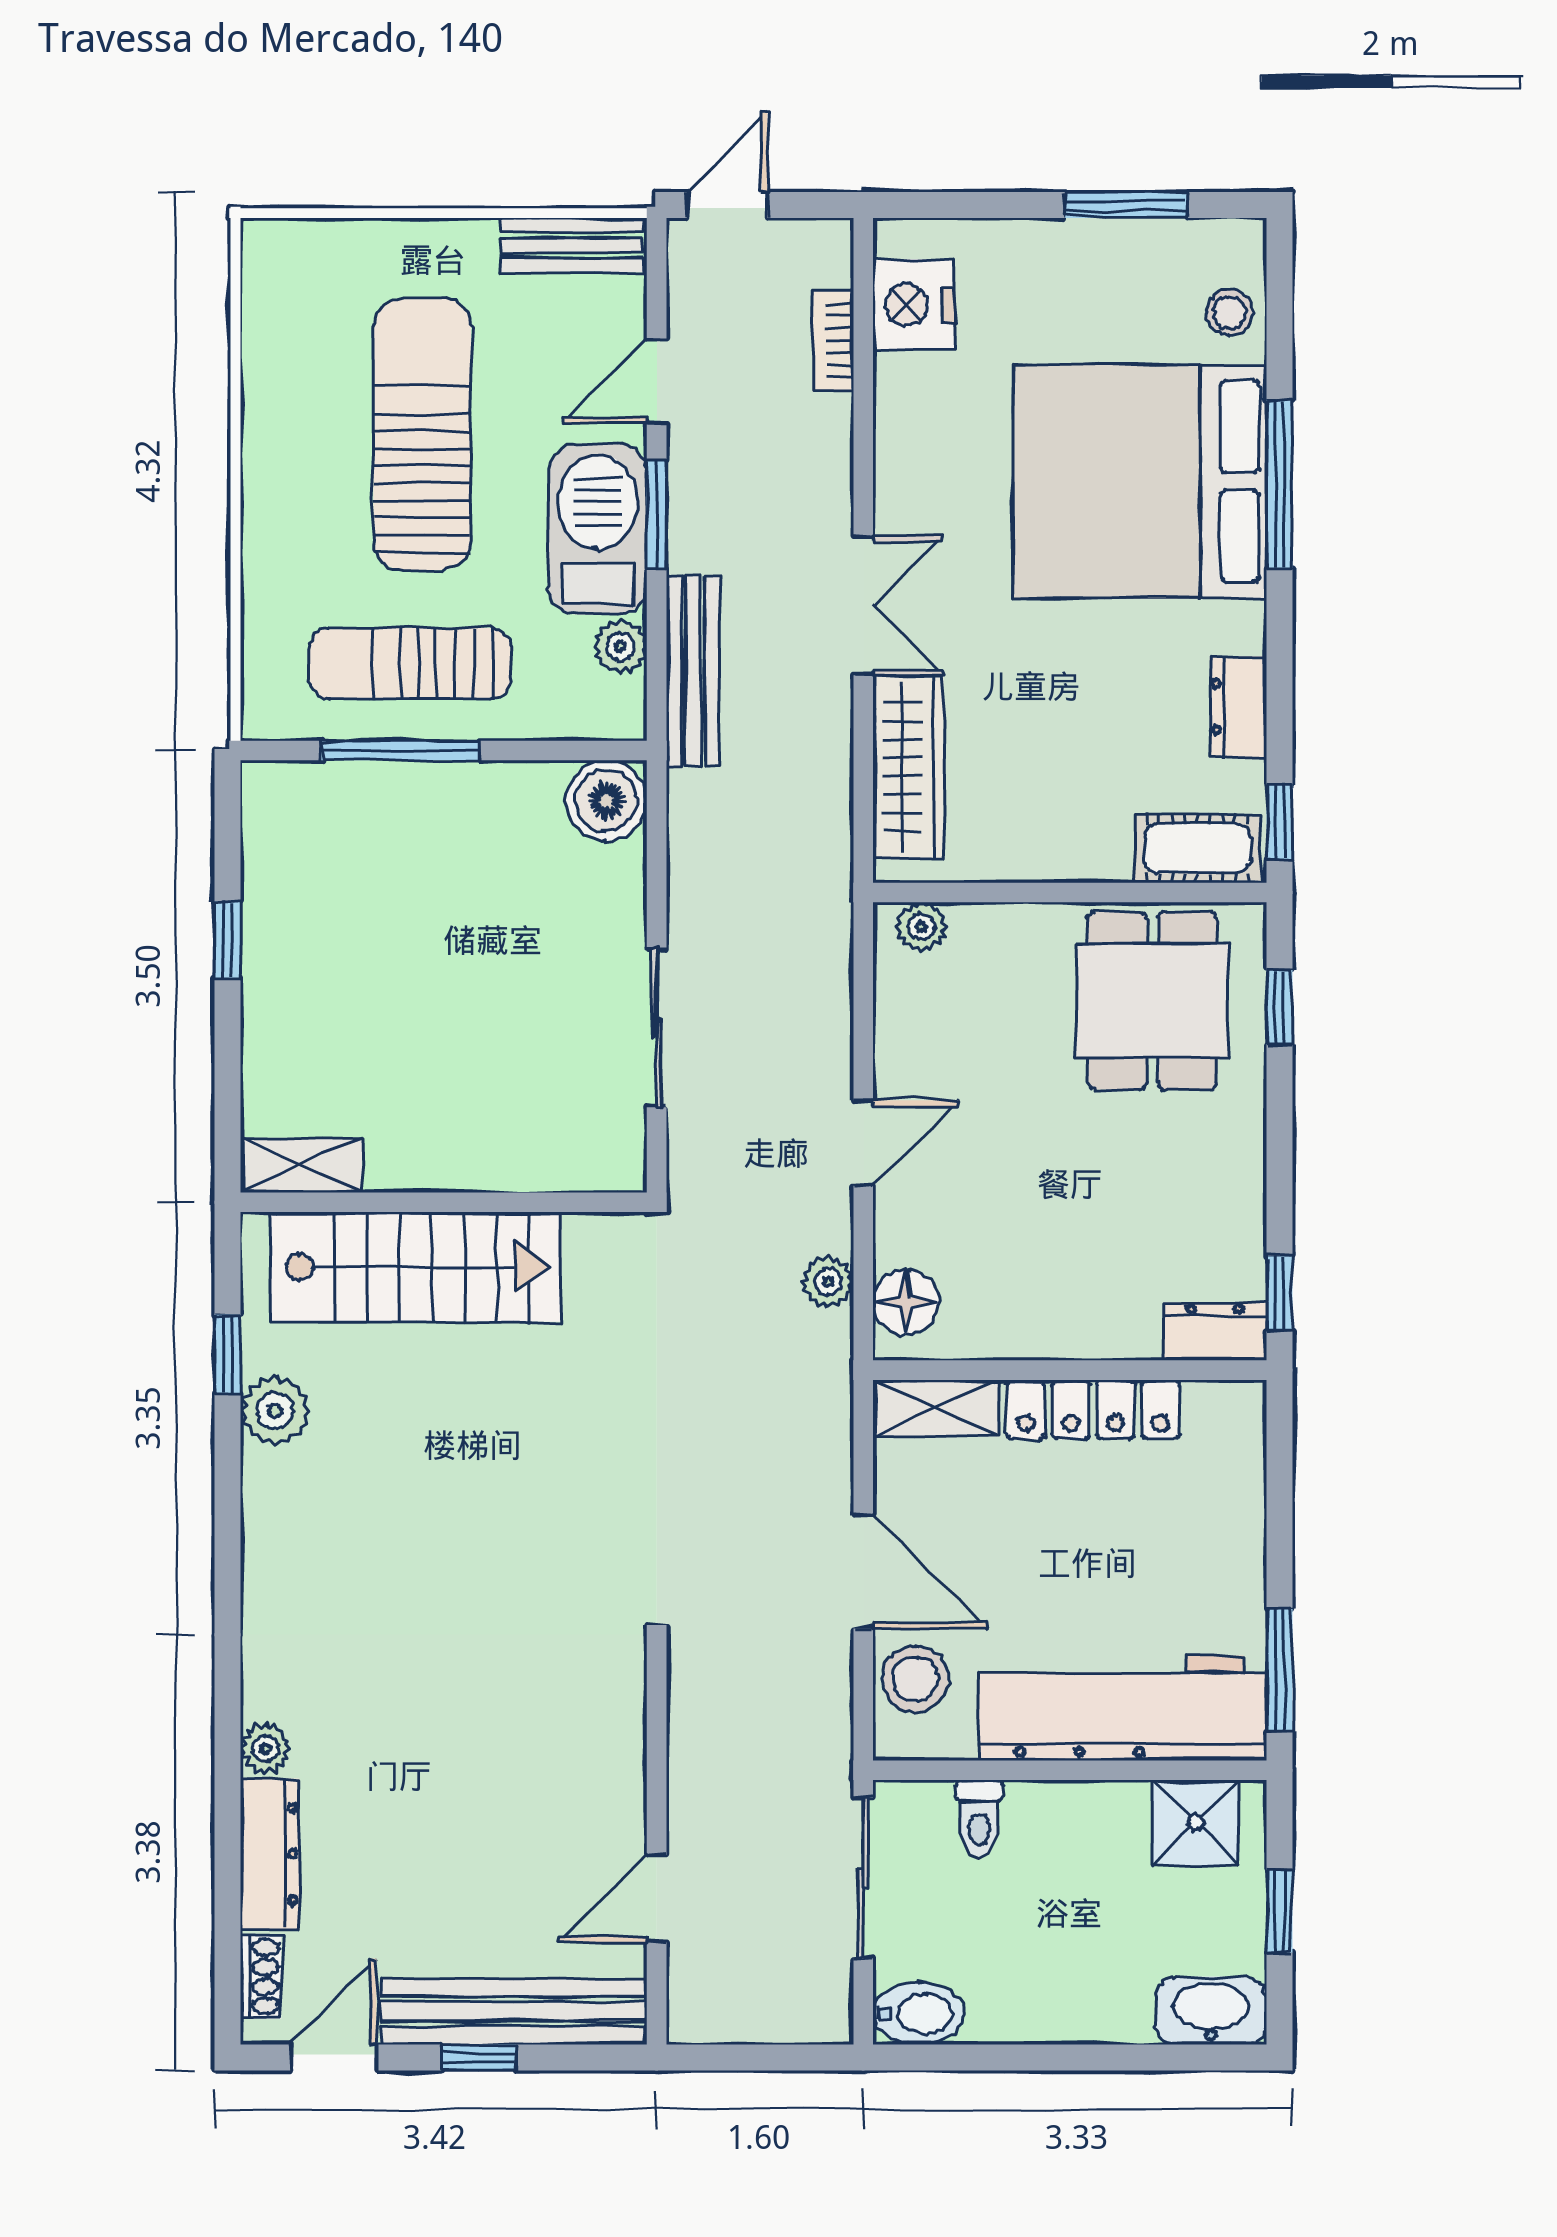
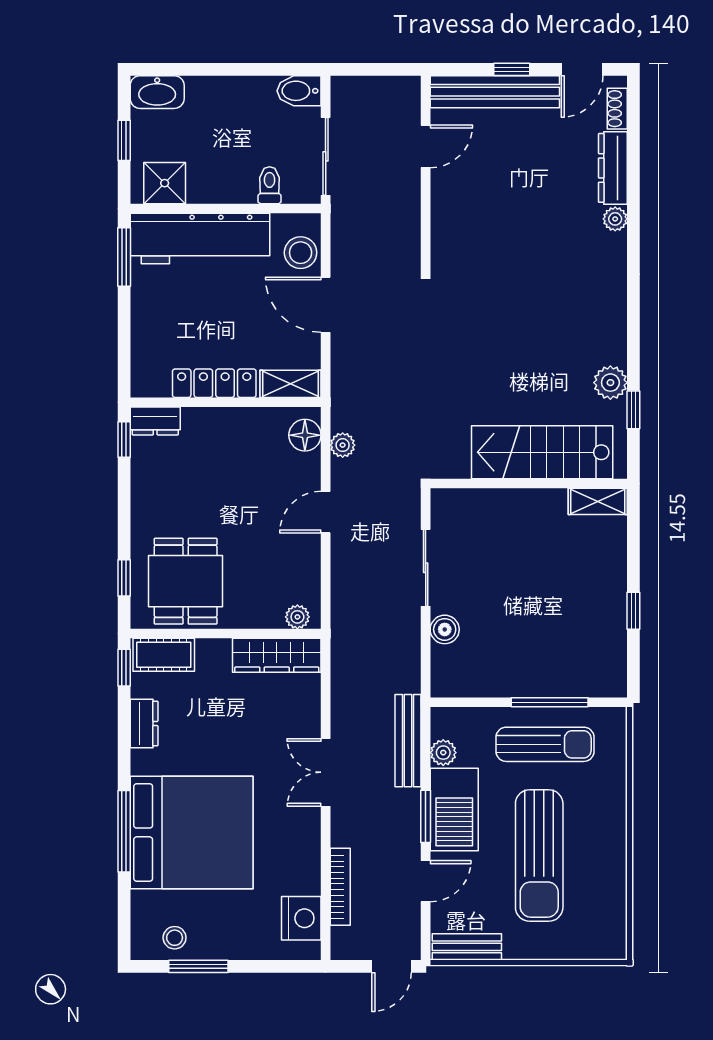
stool: (1230, 313) -> (175, 938), moved
bookcase: (833, 341) -> (340, 887), width x1.56
wardrobe: (908, 767) -> (277, 655), moved, turned -90
boiler: (606, 801) -> (445, 629), moved, width x0.73, depth x0.73

